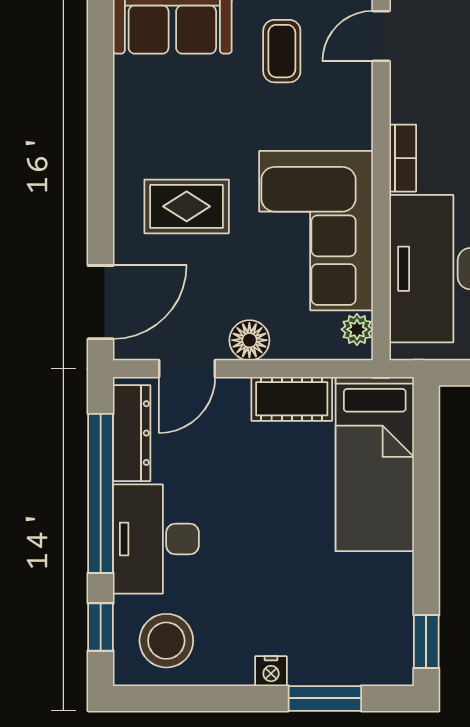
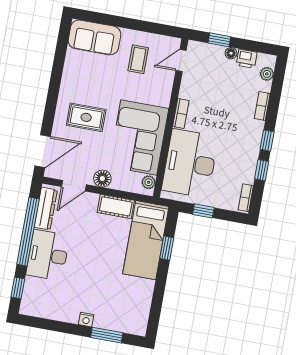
stool: (166, 641) -> (44, 299), removed
window: (426, 642) -> (167, 248), moved

